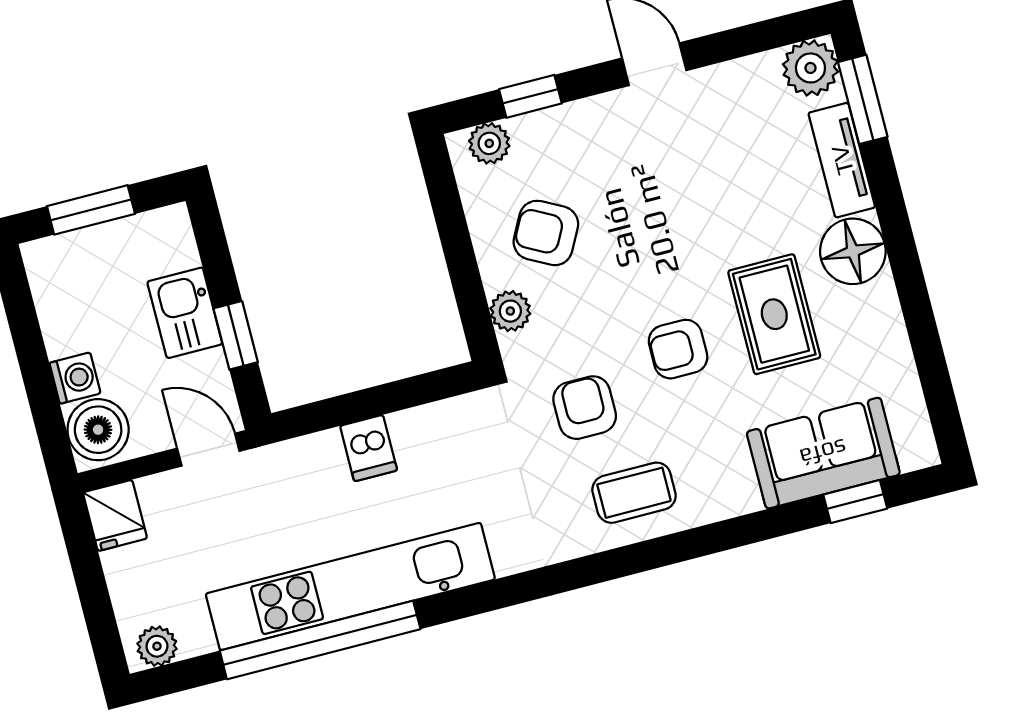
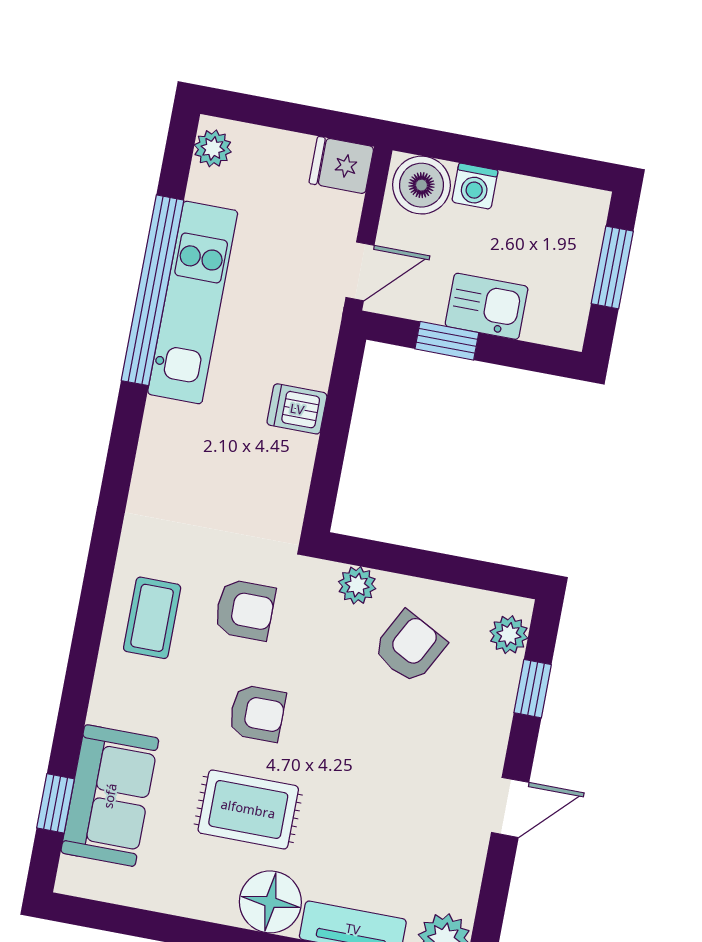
armchair: (678, 349) -> (257, 713), turned 90
kitchen unit: (350, 586) -> (193, 302), width x0.73

